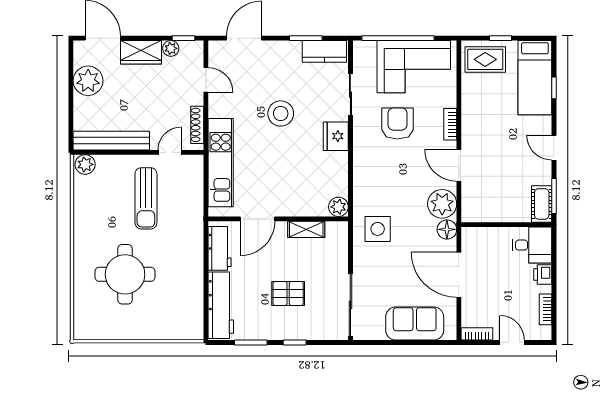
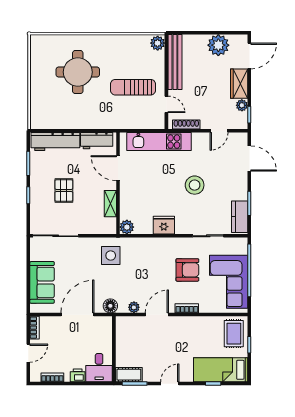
fridge: (336, 136) -> (164, 225), moved
plant: (442, 204) -> (134, 307), width x0.53, depth x0.53

